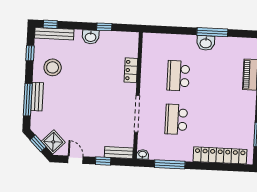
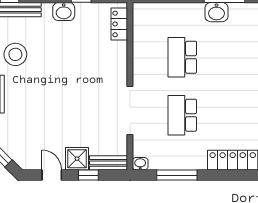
locker: (131, 70) -> (119, 24), moved
shower: (53, 142) -> (77, 159), moved, turned 45

